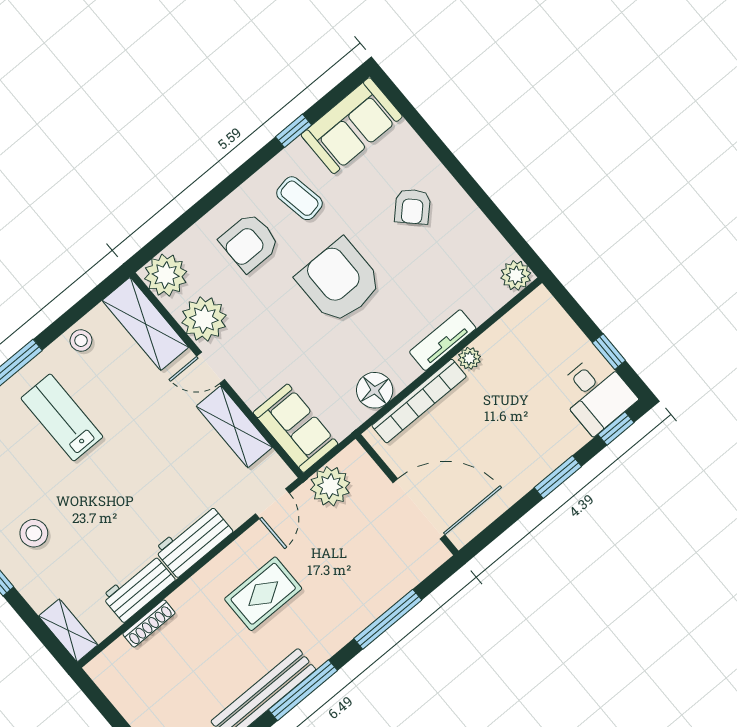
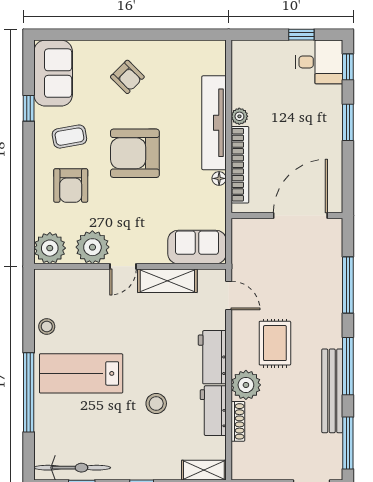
plant: (516, 275) -> (215, 51), removed
shelving: (145, 324) -> (68, 282), removed
tv unit: (443, 340) -> (214, 123), width x1.92, depth x1.29
floor lamp: (375, 390) -> (219, 178), width x0.53, depth x0.53
lab bench: (62, 417) -> (81, 373), width x1.36, depth x1.39
plant: (330, 486) -> (246, 385), moved
stool: (34, 533) -> (156, 403), moved

